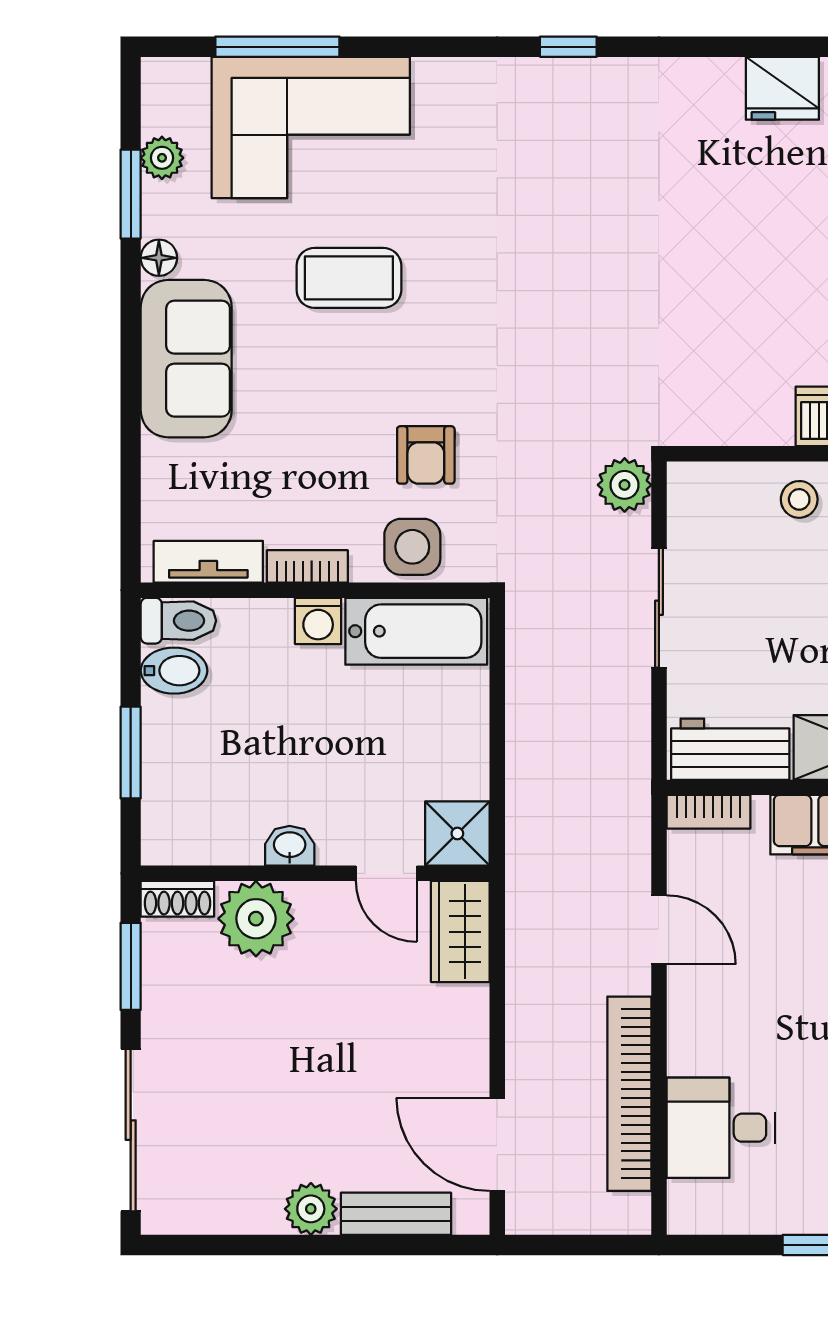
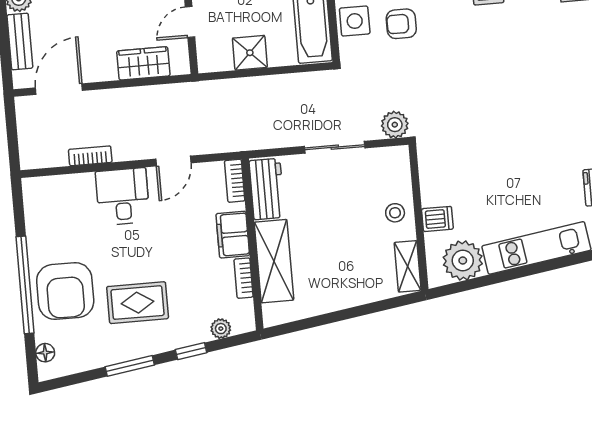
shower: (457, 834) -> (250, 53), moved
wardrobe: (460, 932) -> (143, 63), moved
bookcase: (629, 1094) -> (90, 156), width x0.43, depth x0.76
desk: (721, 1128) -> (123, 197), moved

